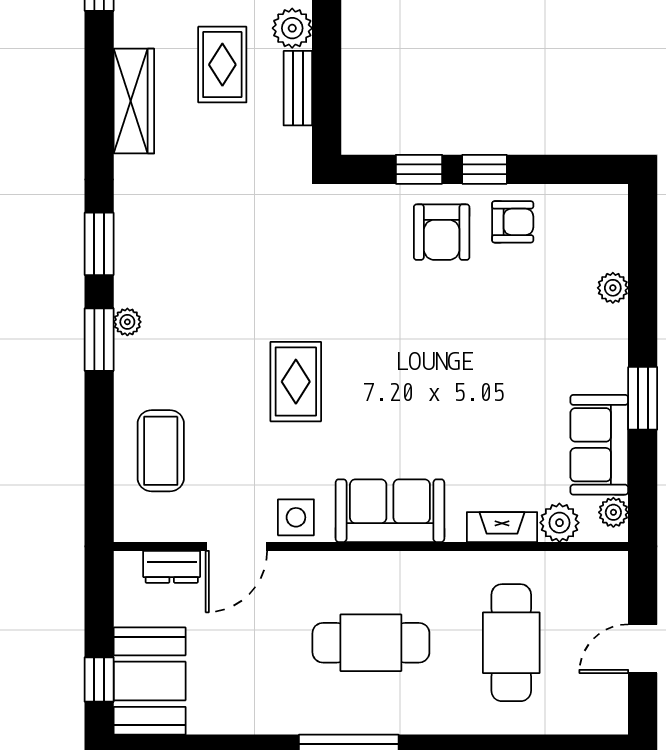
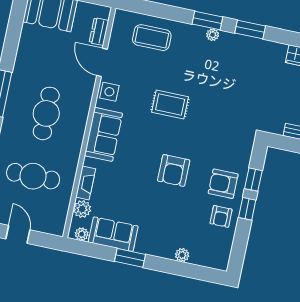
armchair: (436, 344) -> (174, 170), added

